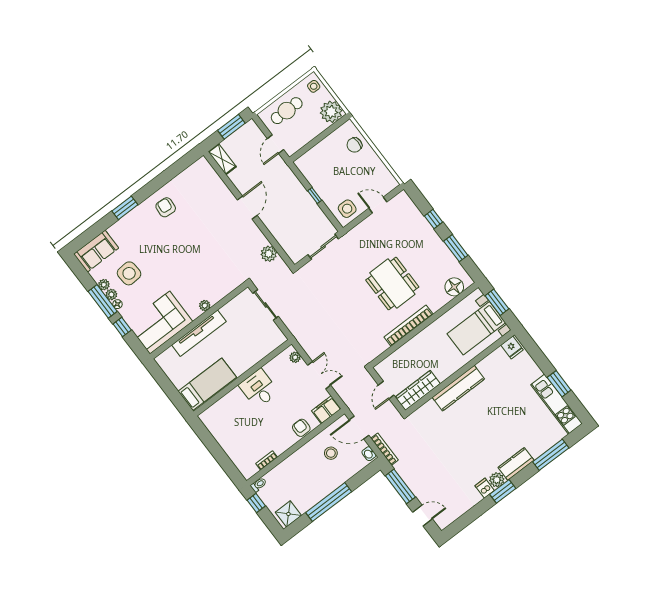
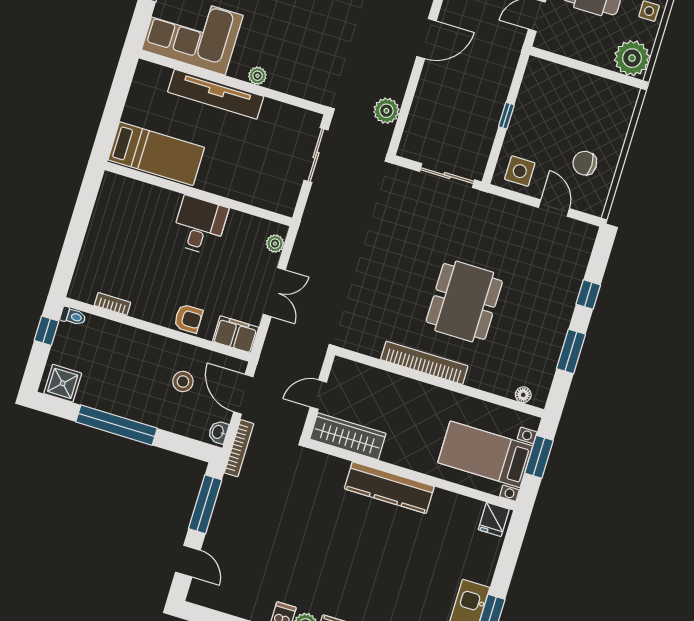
chair: (354, 145) -> (585, 163), moved
floor lamp: (454, 287) -> (523, 395), width x0.53, depth x0.53
armchair: (301, 428) -> (188, 319), turned 90

